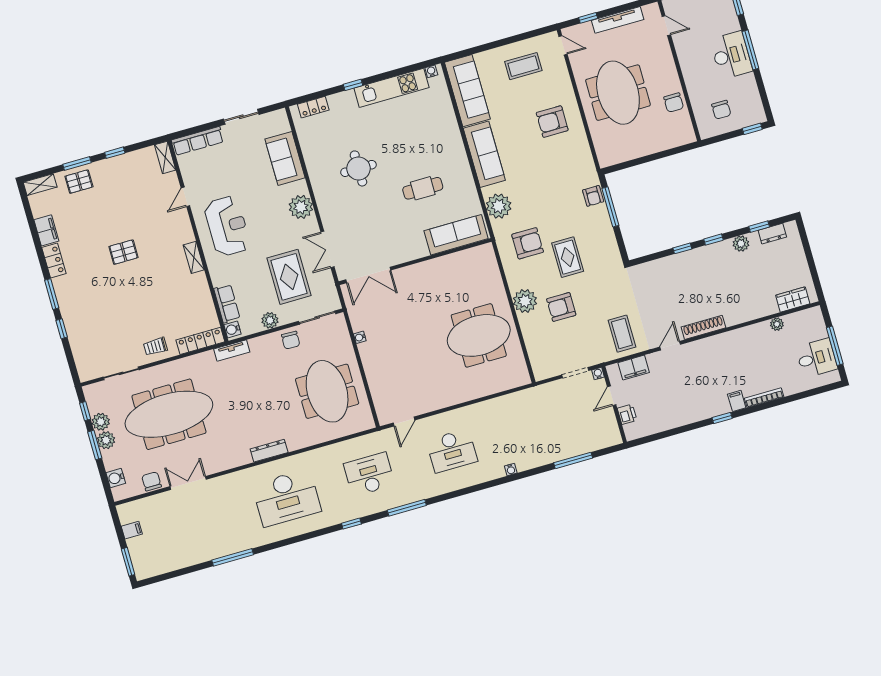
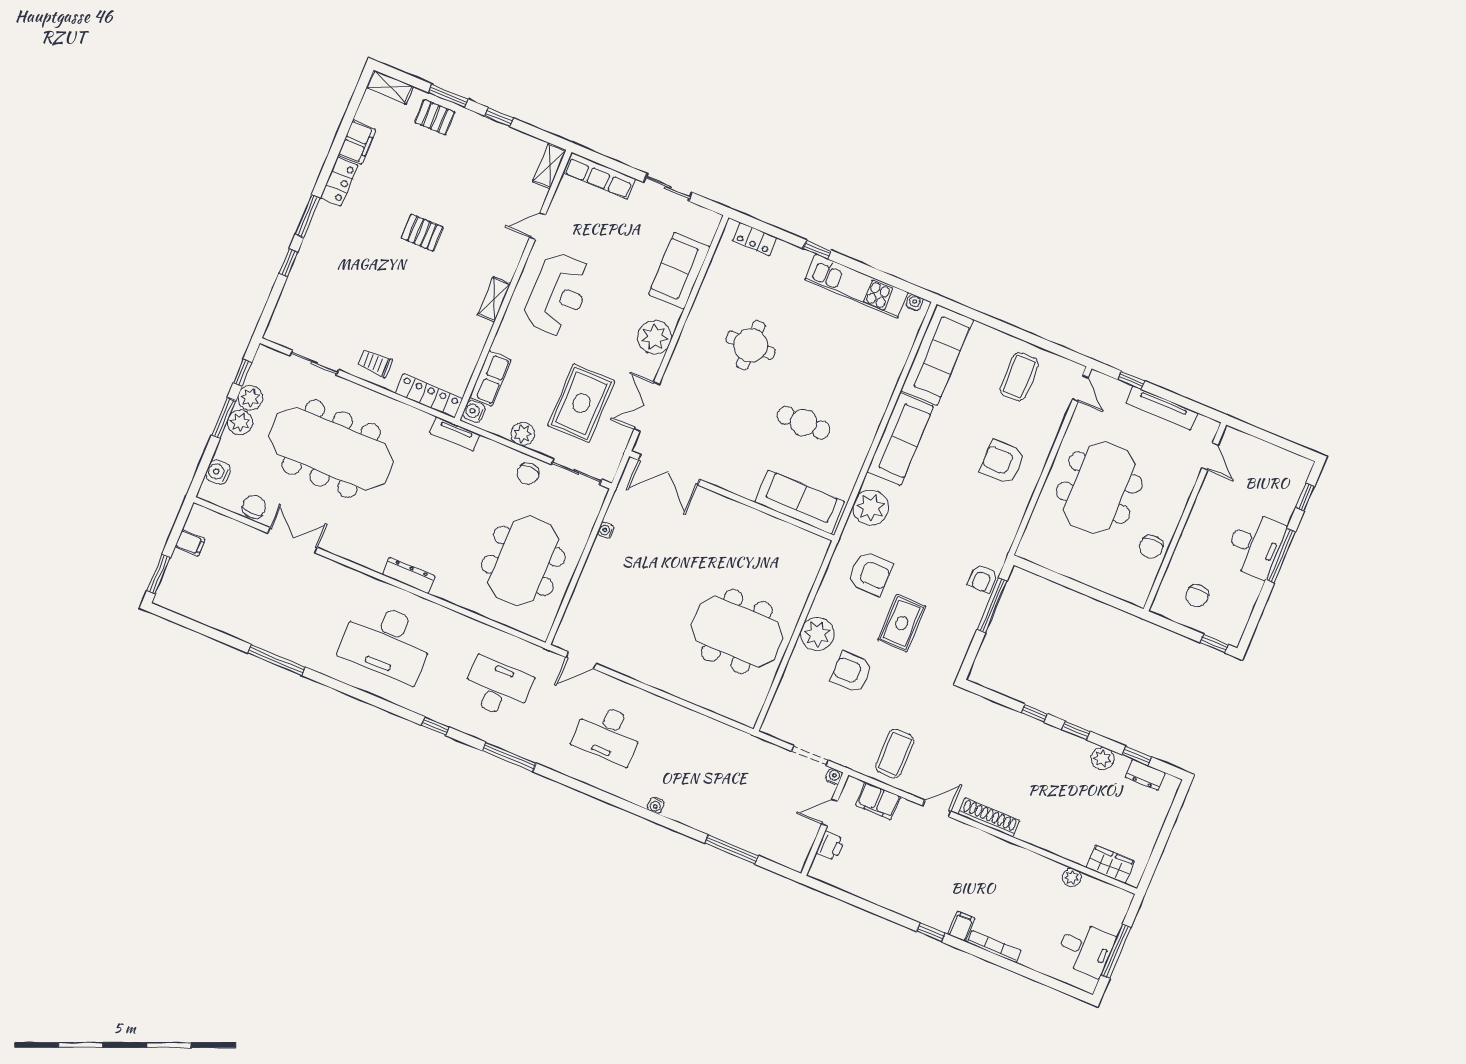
coffee table: (523, 66) -> (1019, 377), turned 90

